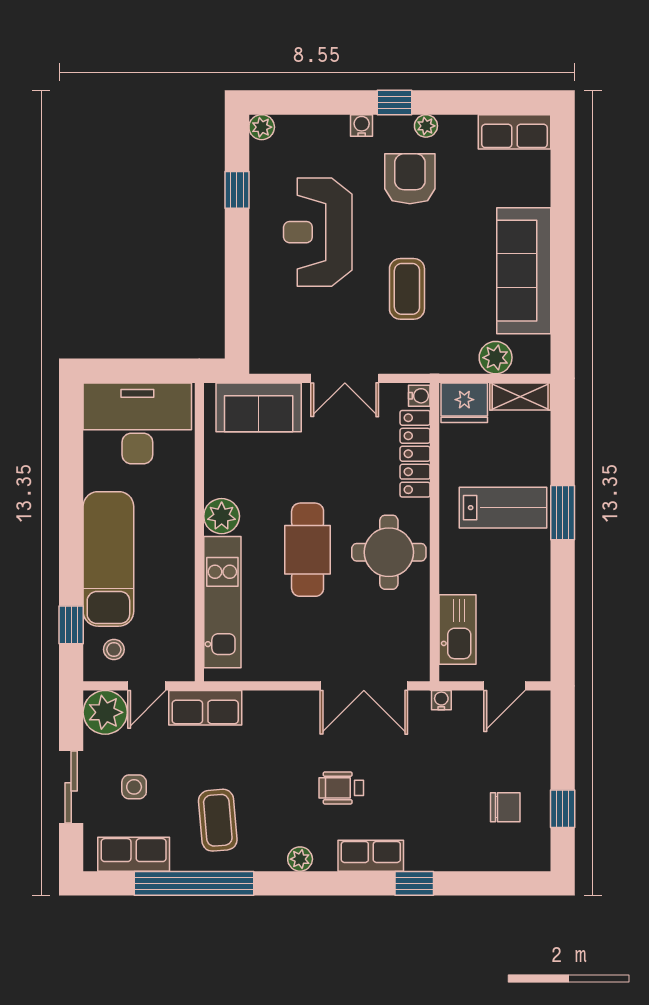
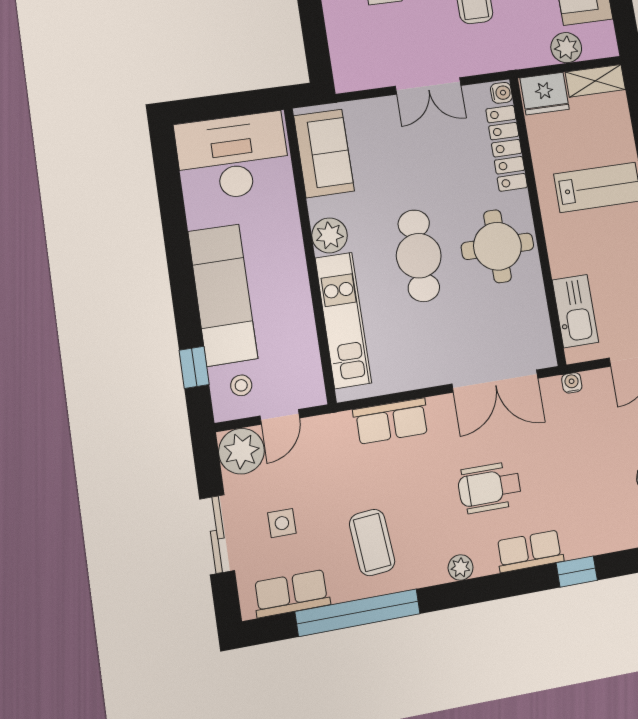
sofa: (259, 407) -> (324, 153), moved, turned -90
row of seats: (205, 708) -> (391, 421), moved
wheelchair: (341, 788) -> (490, 487), width x1.36, depth x1.37

